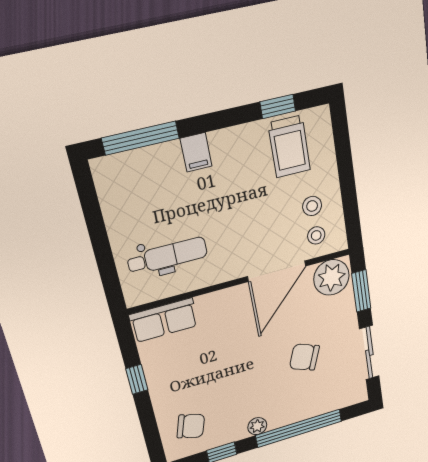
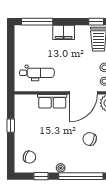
filing cabinet: (196, 152) -> (64, 32), width x2.00
row of seats: (164, 320) -> (52, 101), moved

